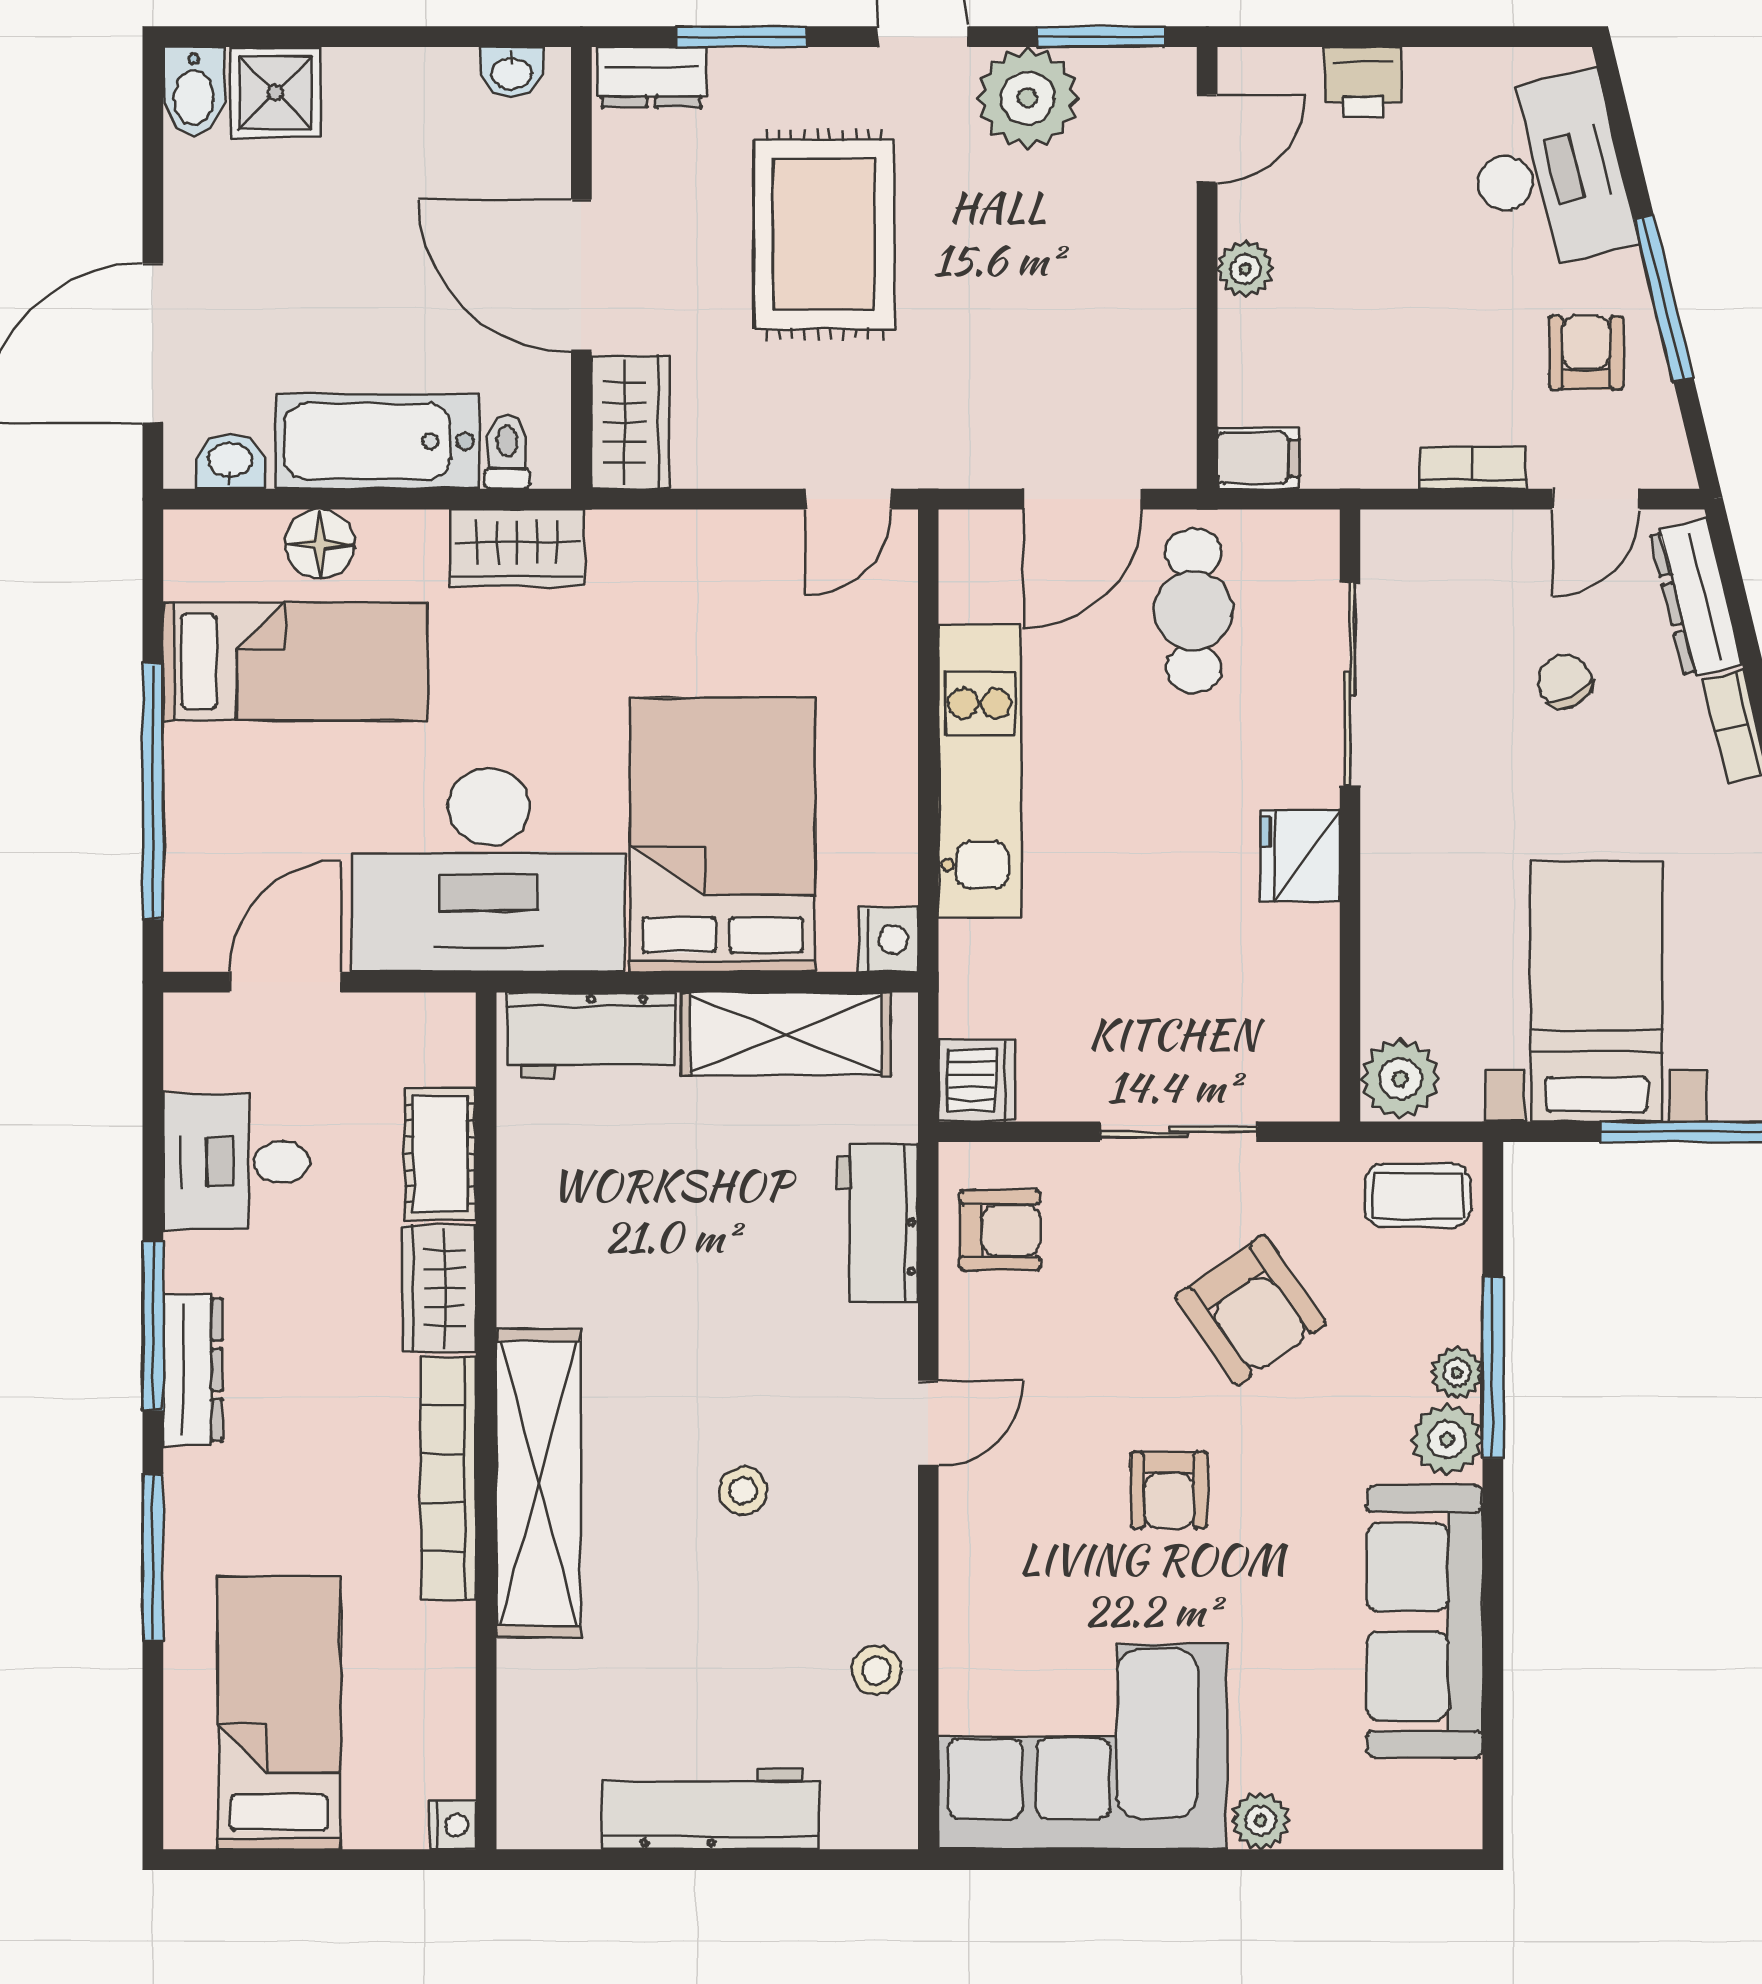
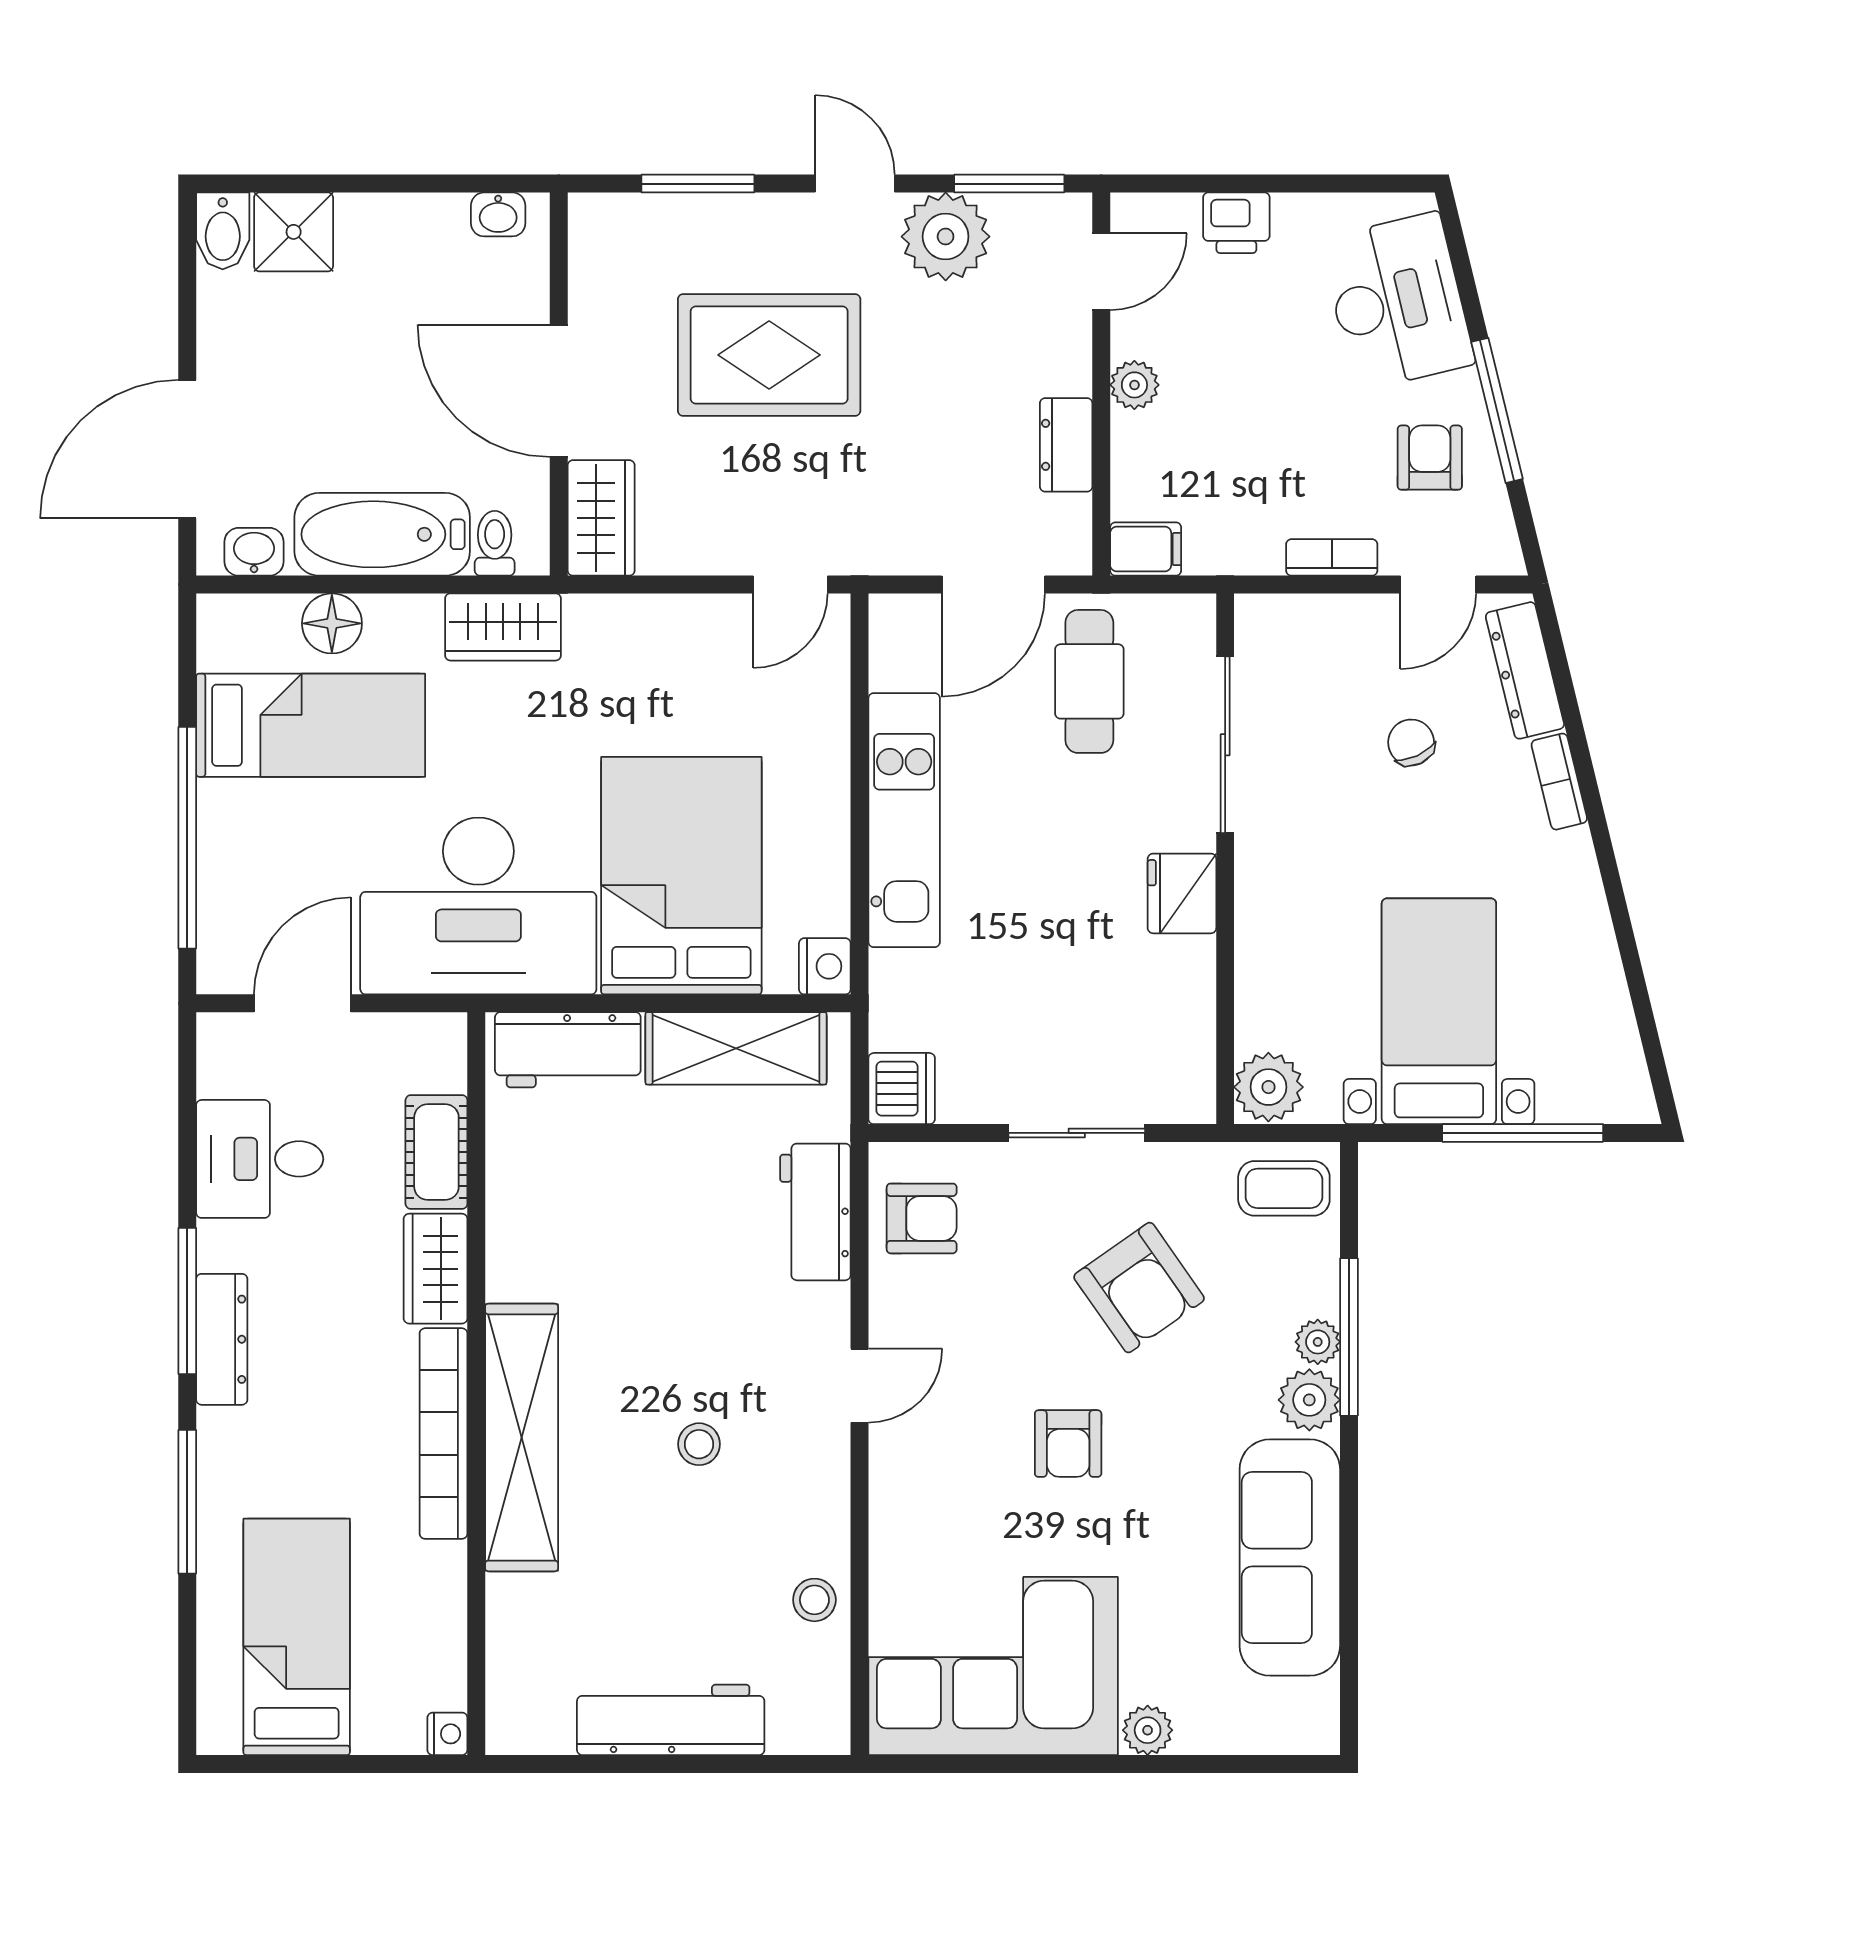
dresser: (651, 77) -> (1066, 445), moved, turned 90
rug: (824, 234) -> (769, 355), turned 90

